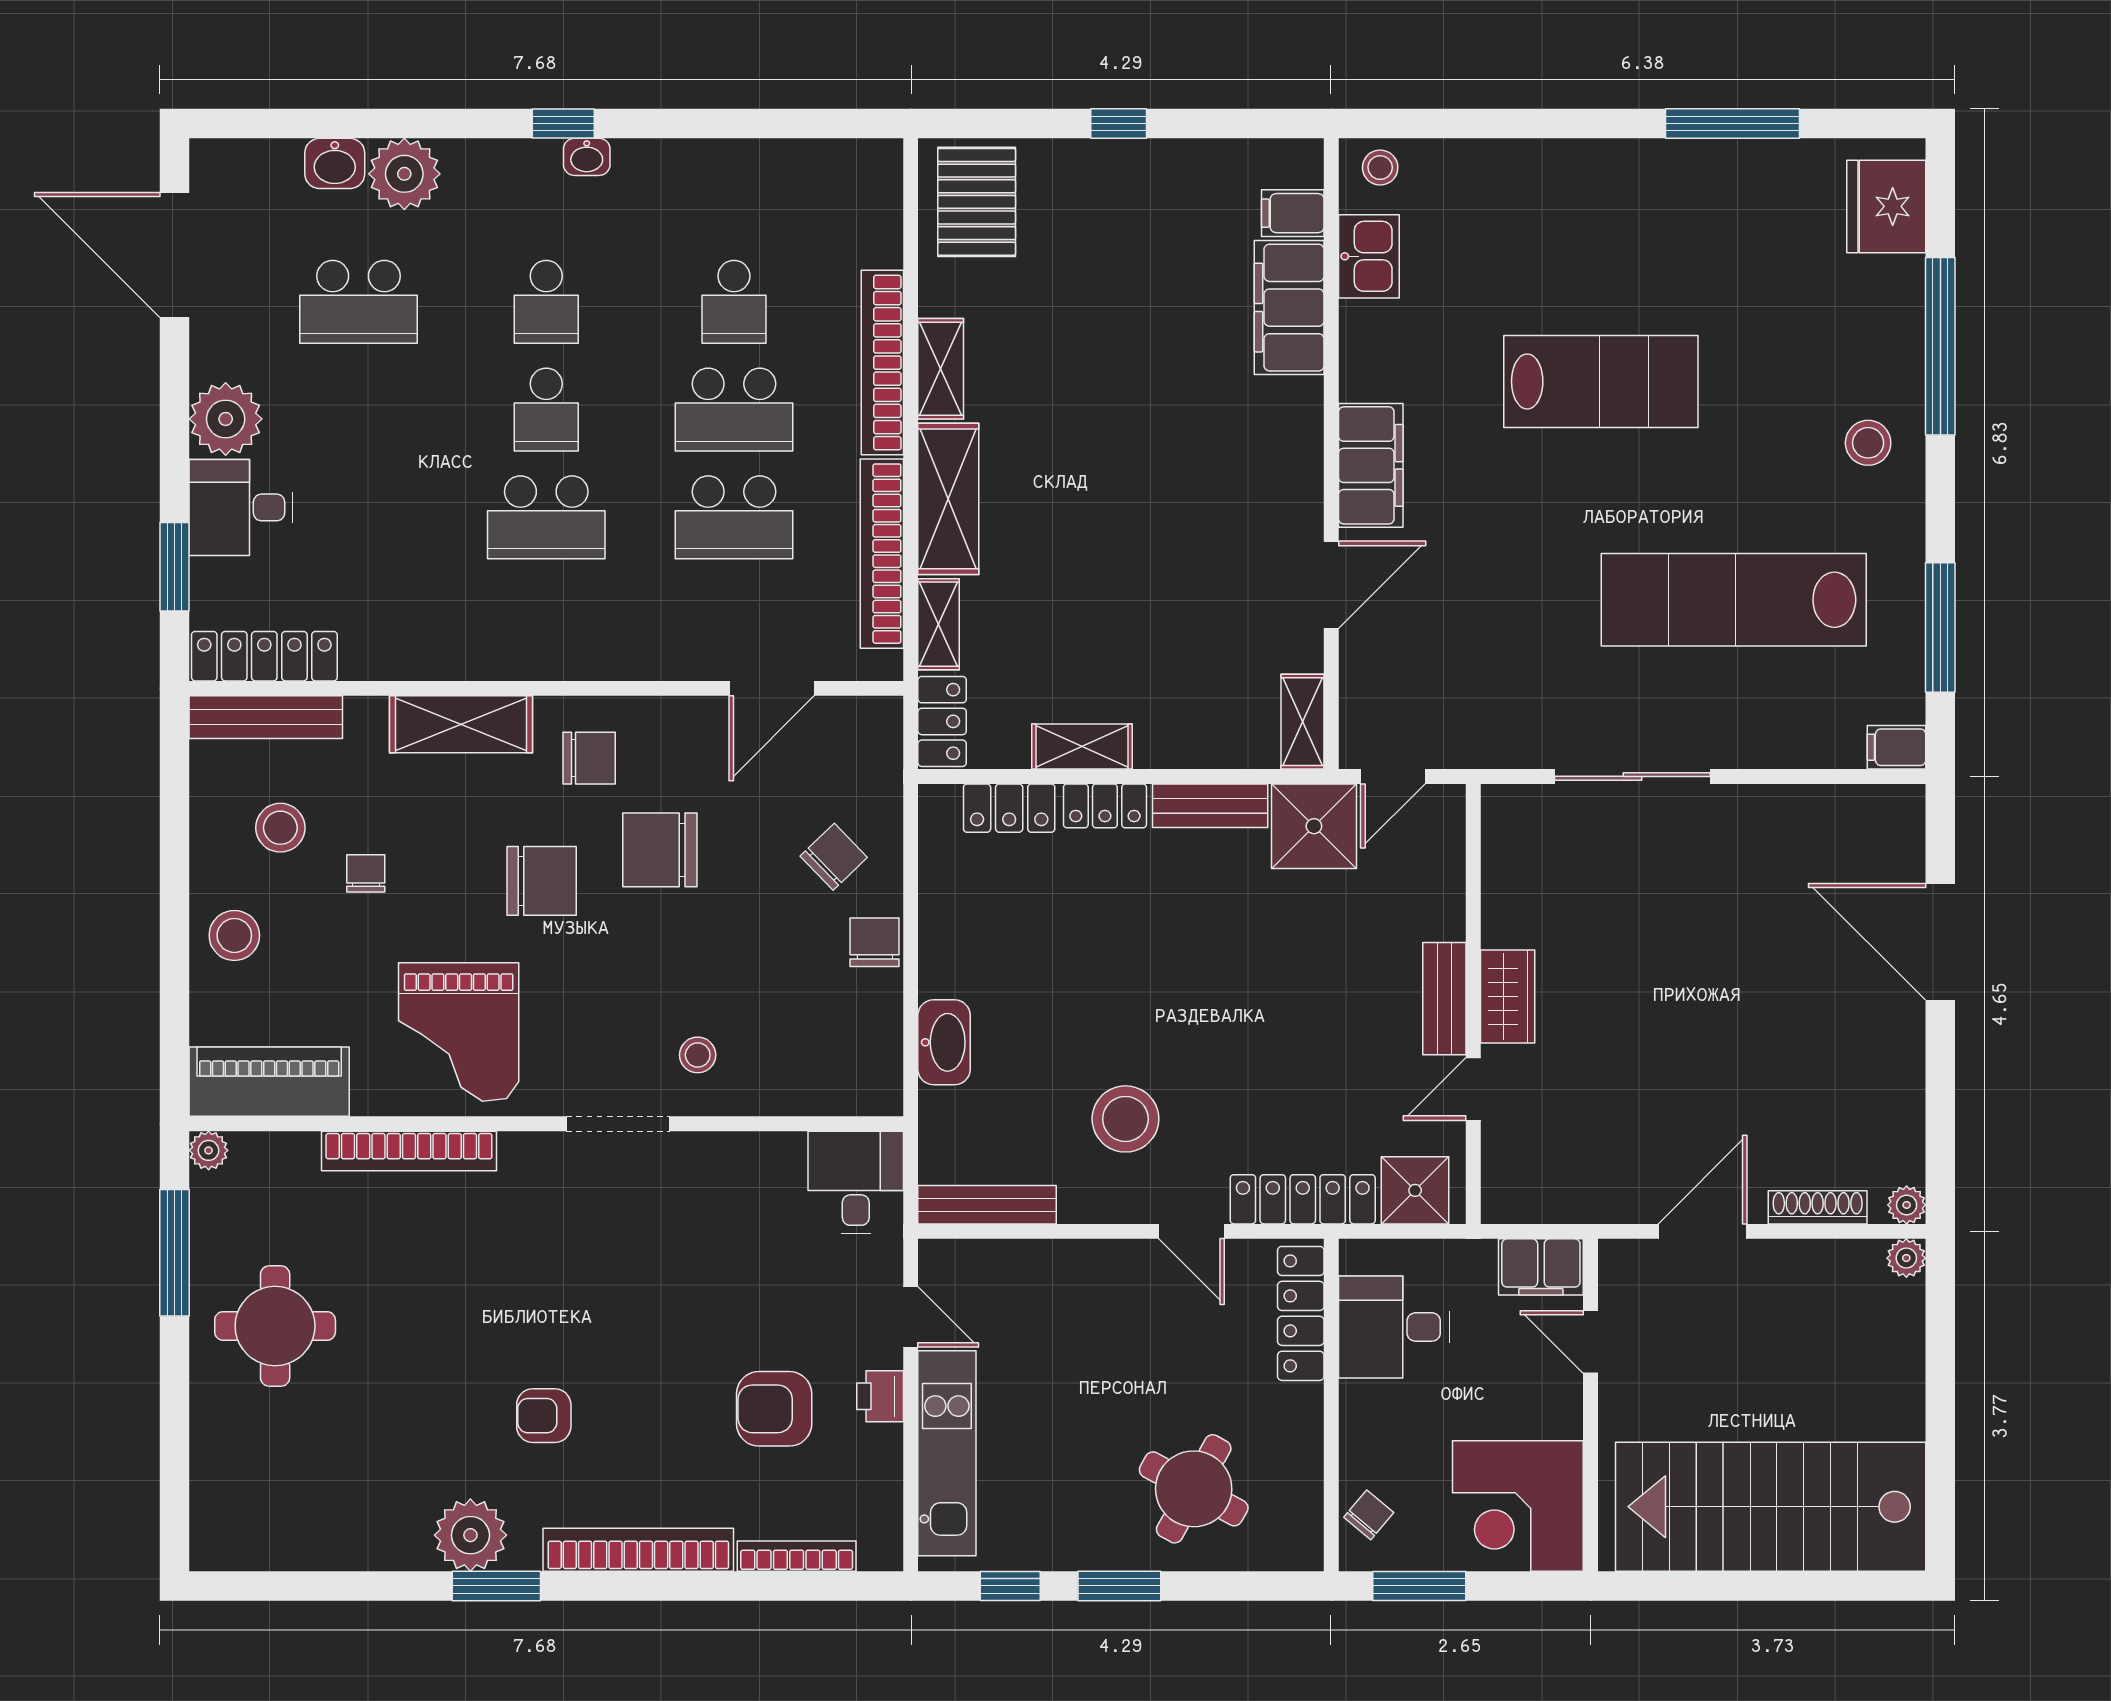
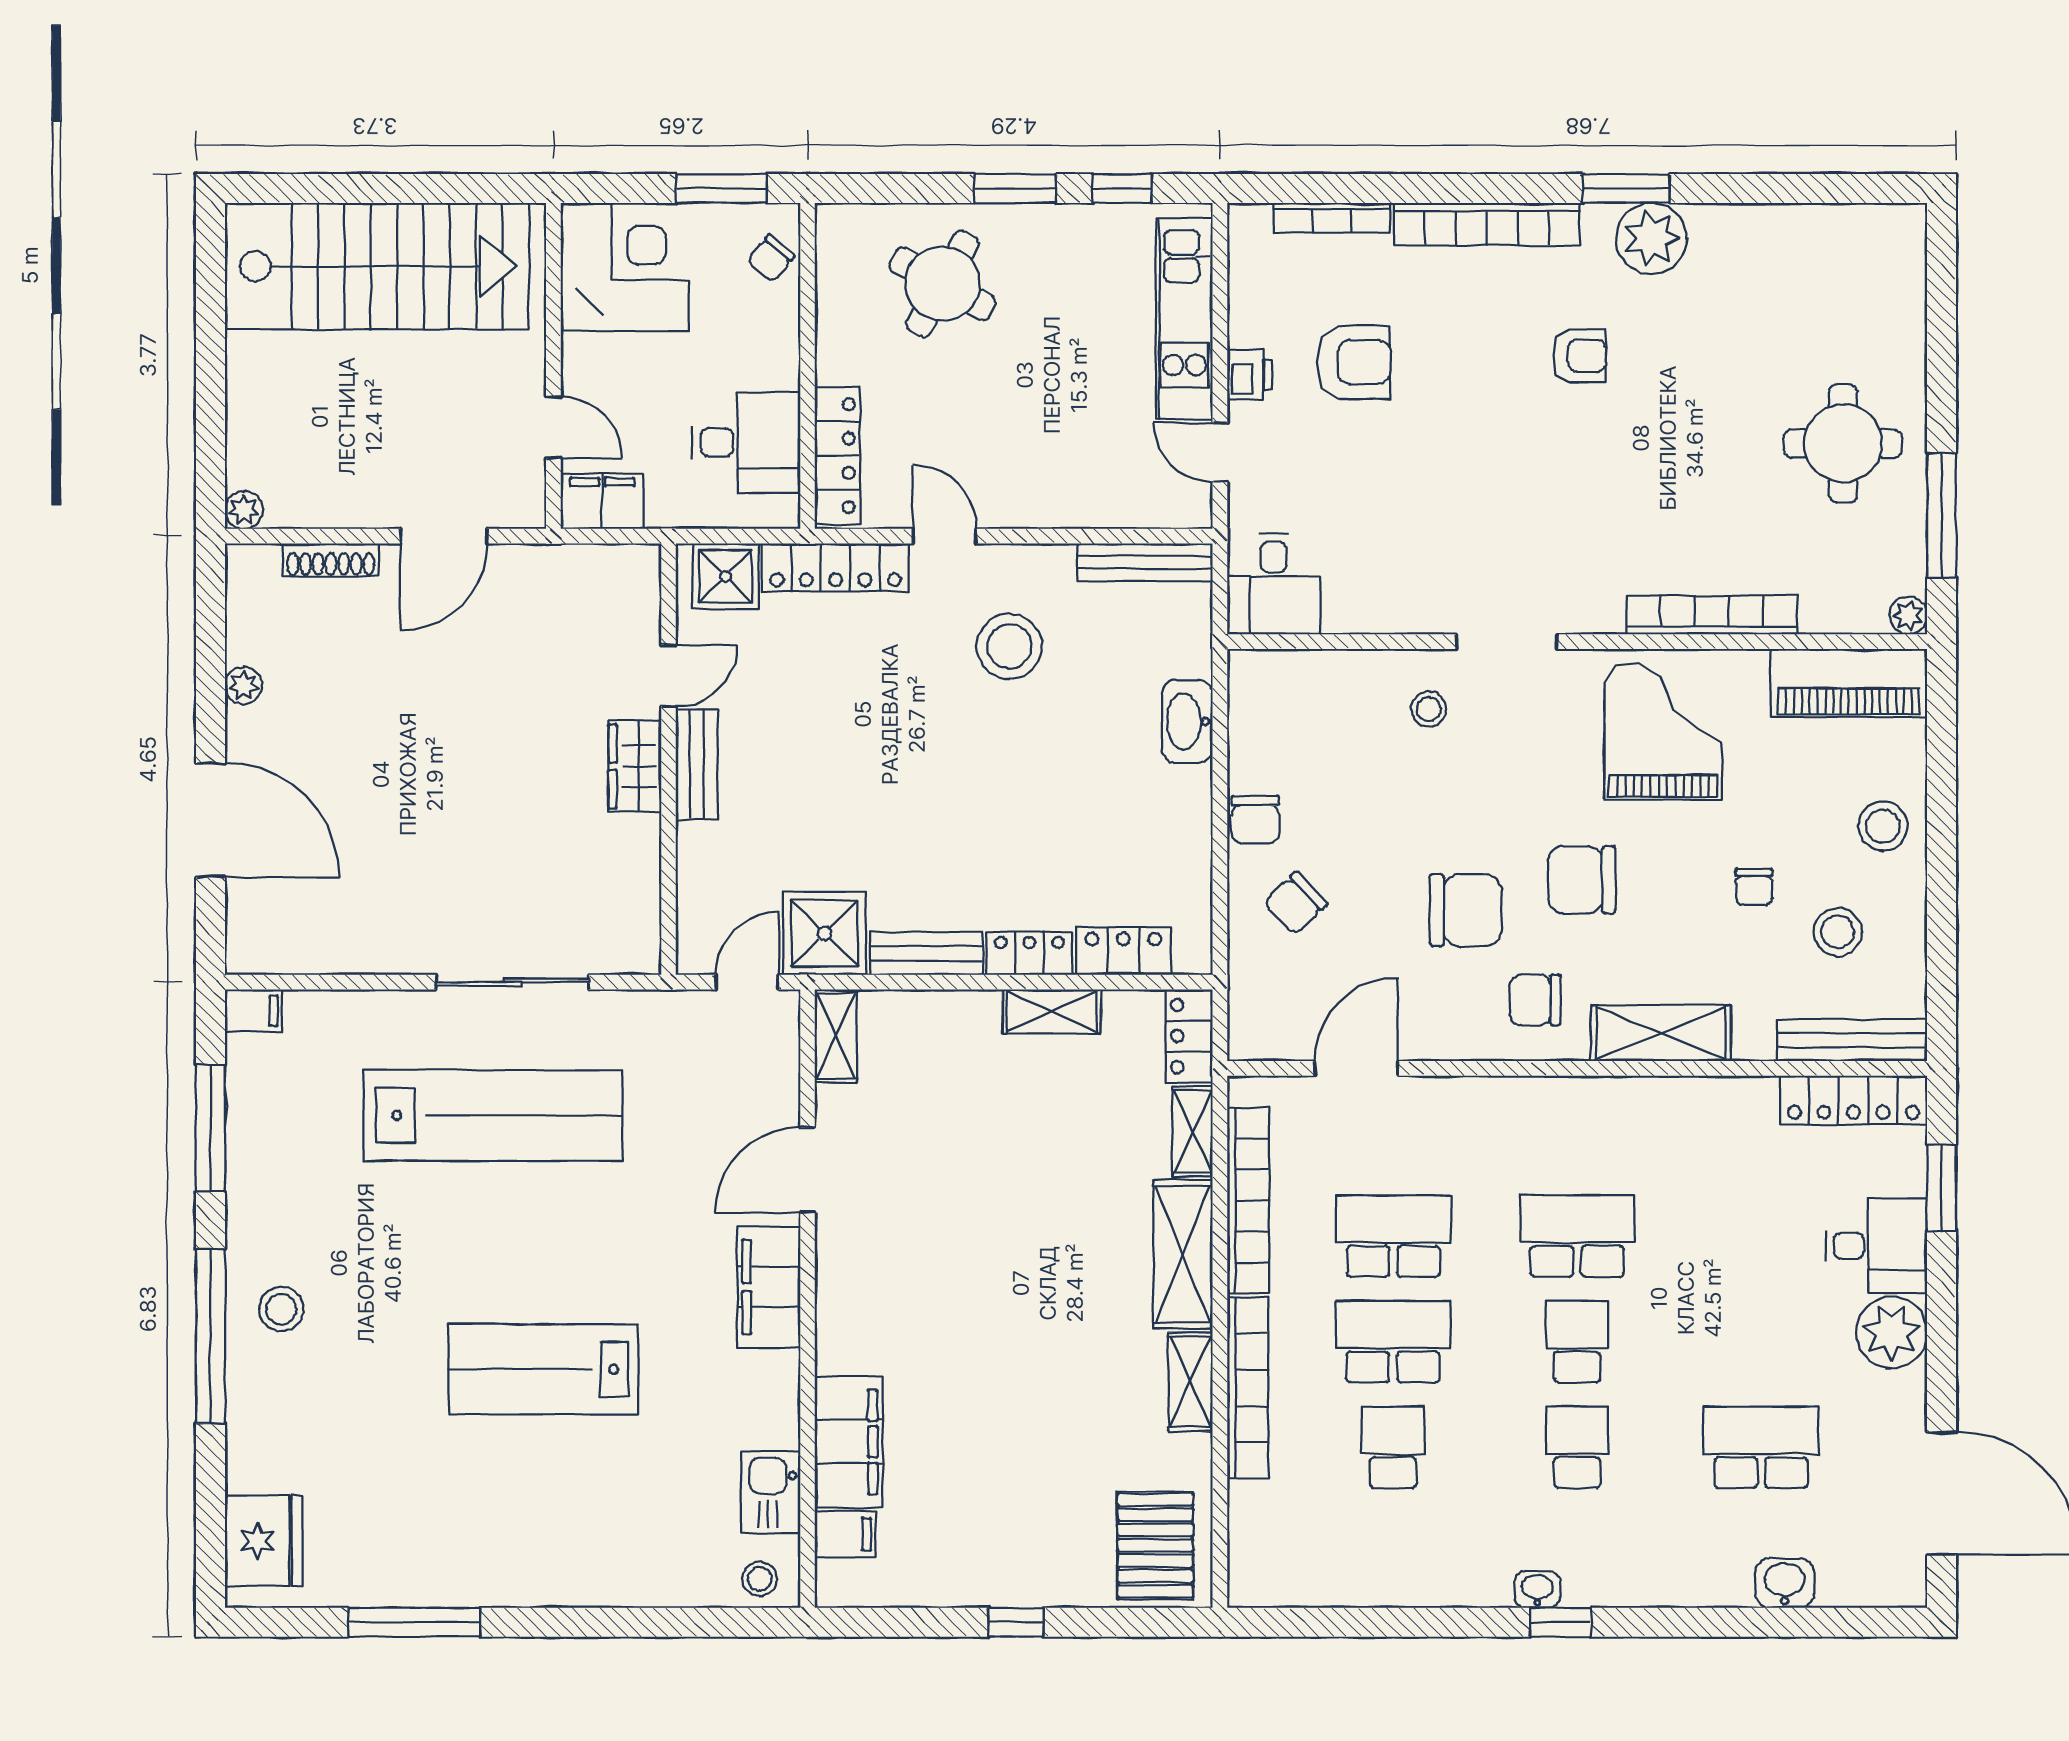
plant: (404, 174) -> (1716, 1573), removed
window: (1940, 346) -> (211, 1336), moved
lab bench: (1734, 600) -> (493, 1115), moved
plant: (1907, 1205) -> (244, 685), moved

